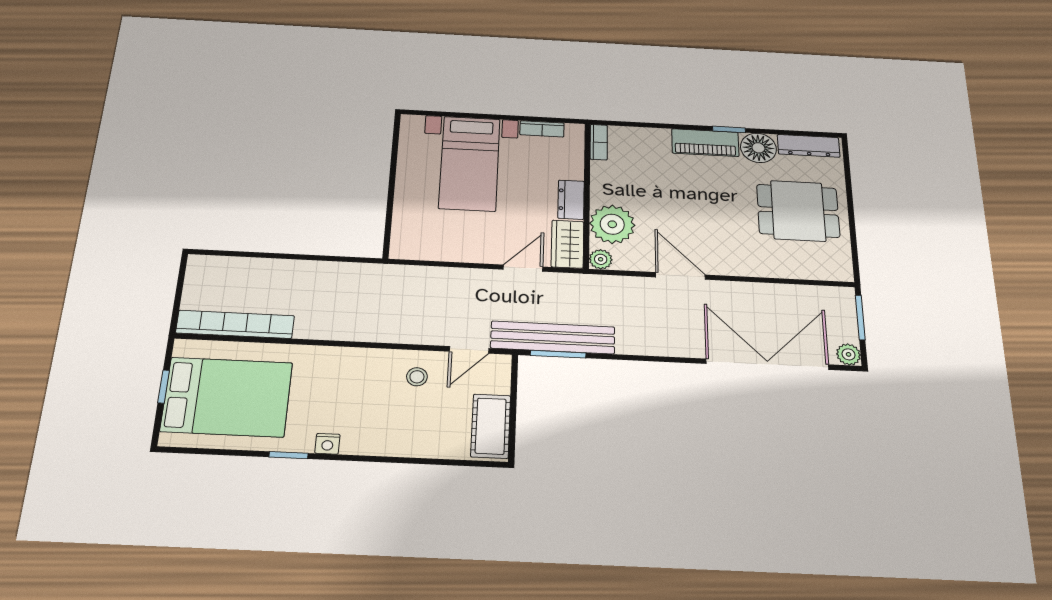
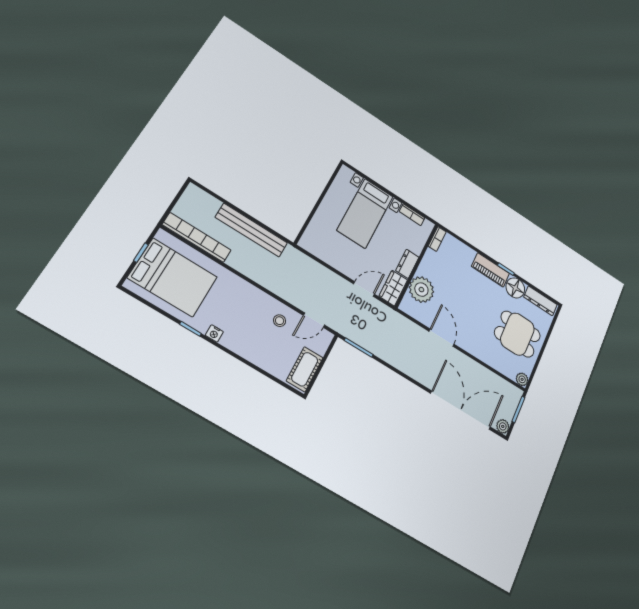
plant: (601, 259) -> (522, 379), moved
bench: (553, 337) -> (251, 230), moved

